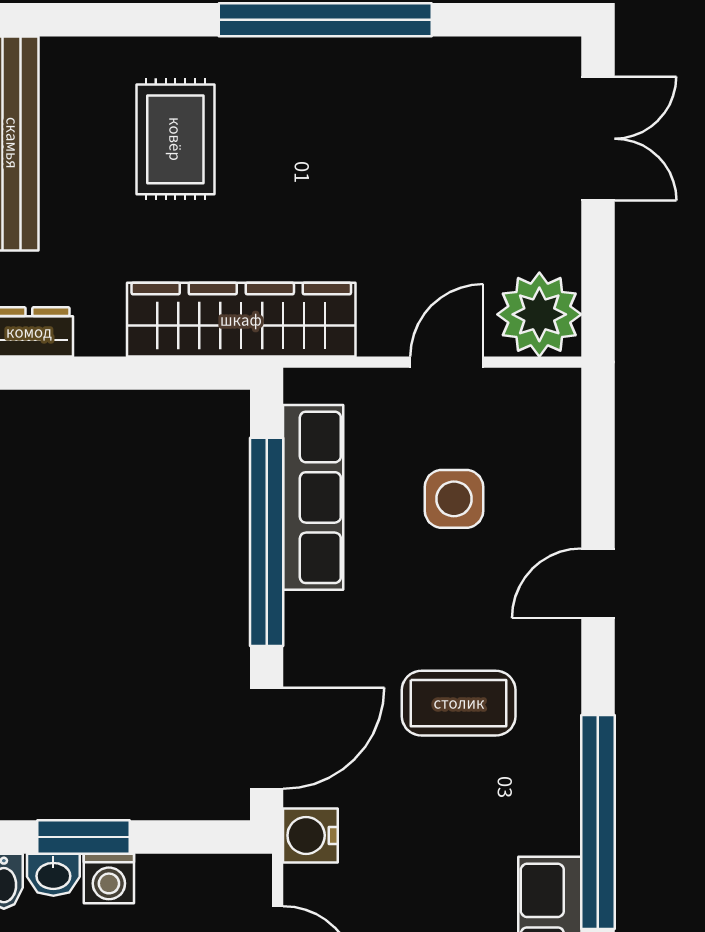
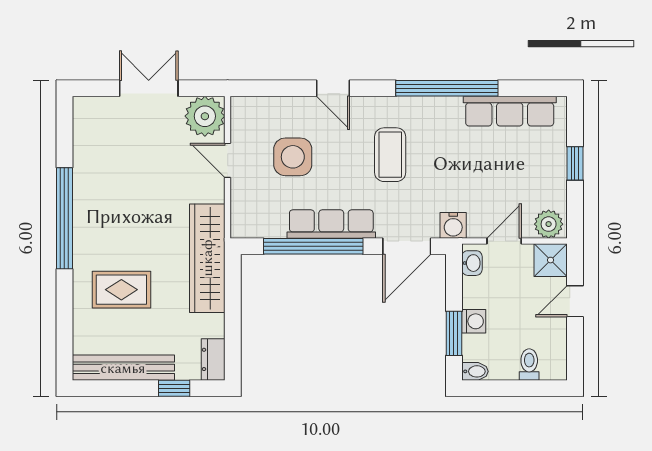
double door: (598, 139) -> (149, 88), moved
row of seats: (313, 497) -> (331, 224), moved
side table: (454, 499) -> (293, 157), width x1.37, depth x1.37
door: (267, 738) -> (407, 246), swing flipped
washbasin: (53, 875) -> (472, 263), moved

